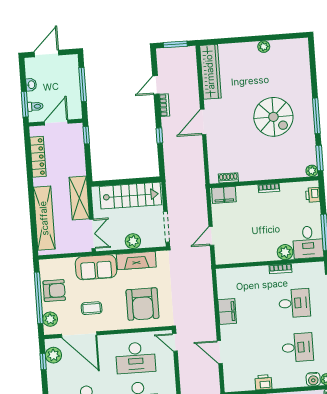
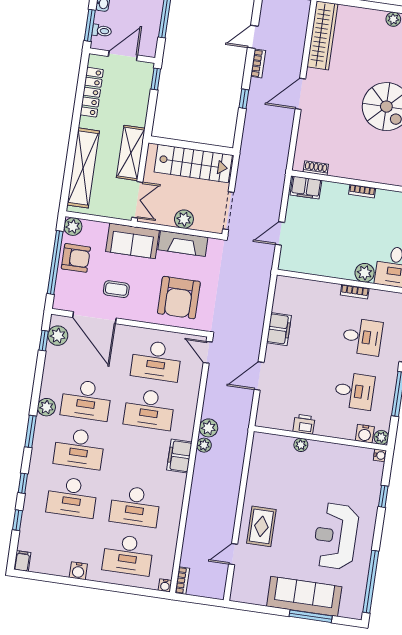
plant: (50, 319) -> (73, 227), moved
door: (220, 352) -> (259, 376), hinge flipped

